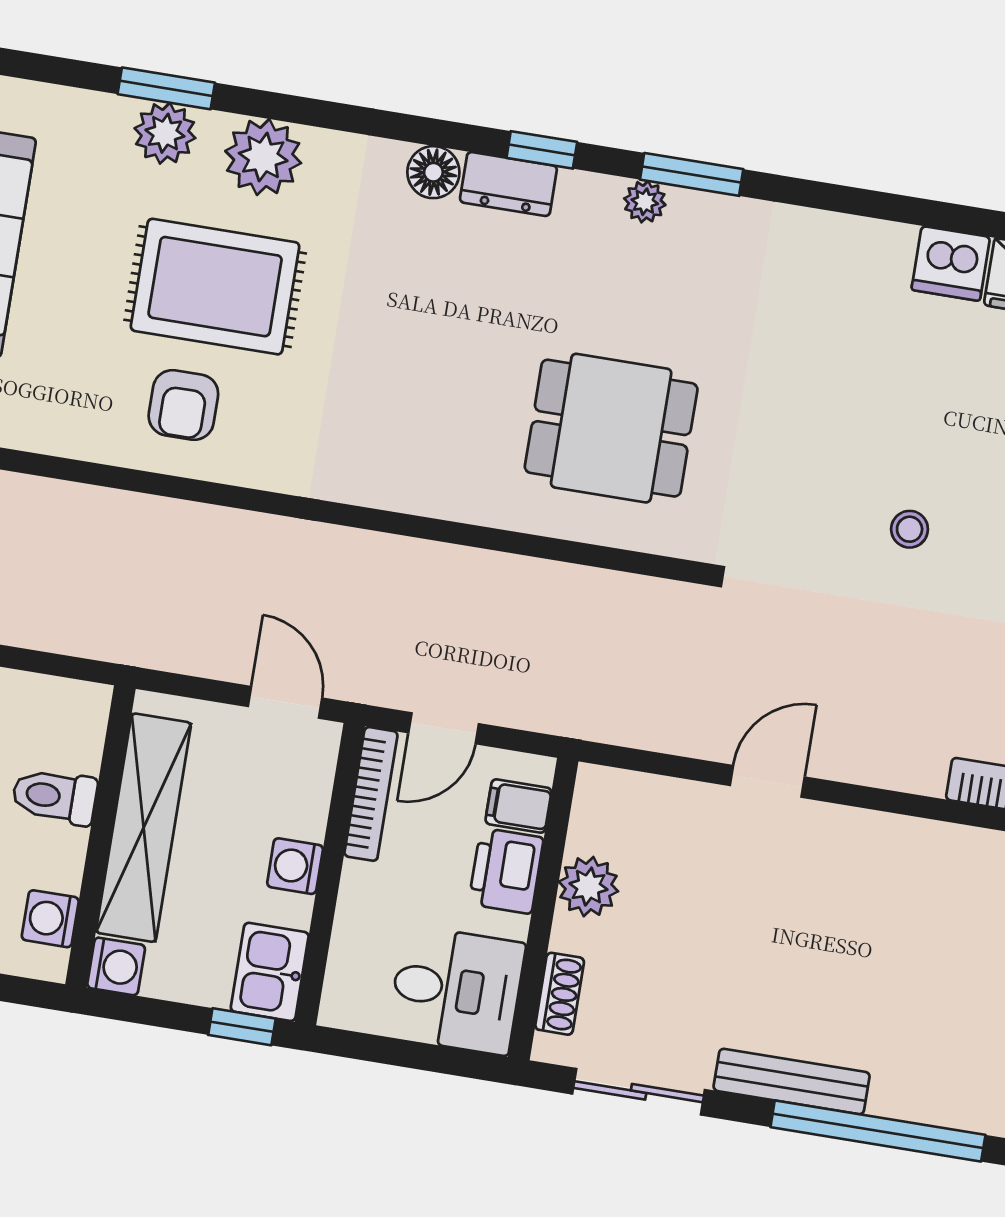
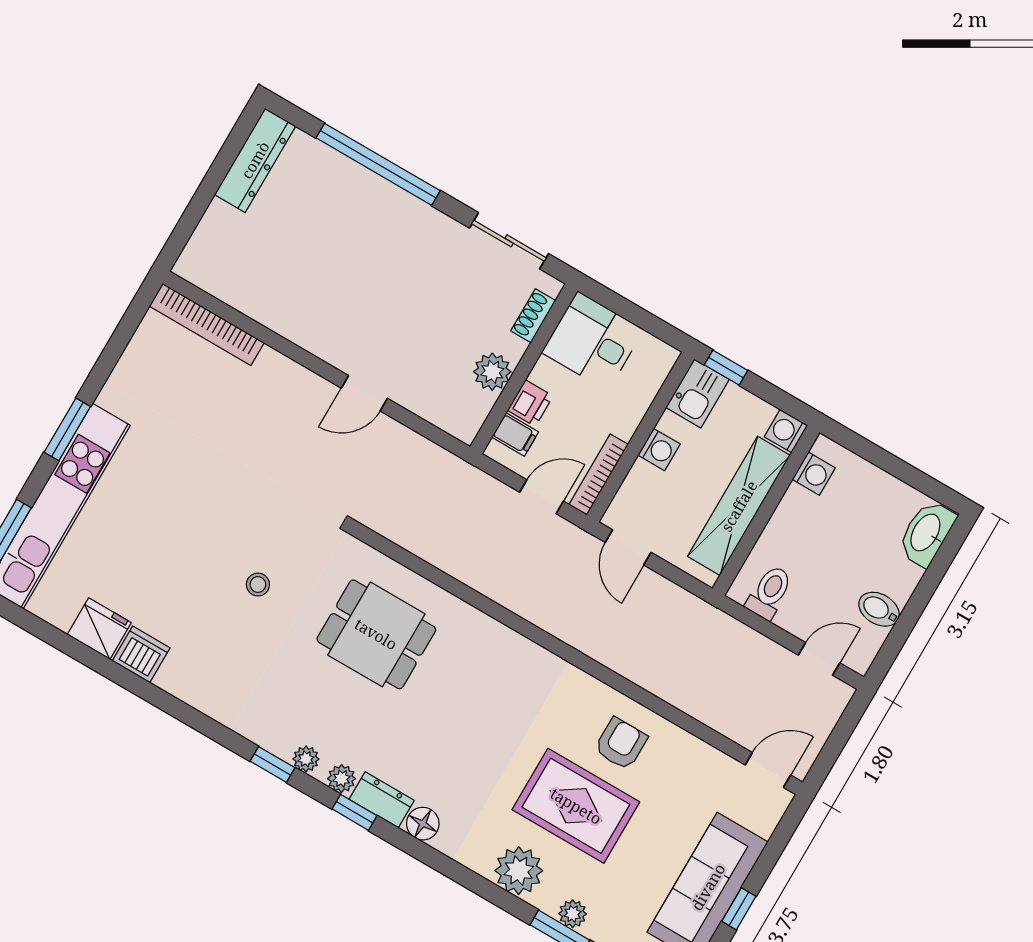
plant: (165, 133) -> (573, 914), width x0.73, depth x0.73
window: (692, 174) -> (273, 764), width x0.67
plant: (580, 193) -> (342, 779), added
stool: (910, 529) -> (258, 585), moved
toilet: (54, 796) -> (769, 592), moved, turned -90
printer: (506, 871) -> (530, 403), width x0.73, depth x0.81
bench: (792, 1081) -> (417, 213), removed

